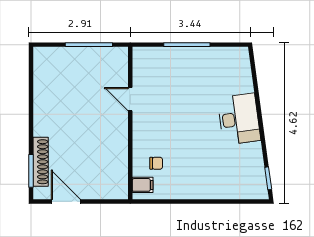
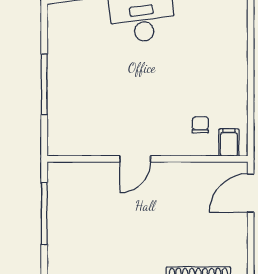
door: (130, 99) -> (135, 159), moved
door: (66, 201) -> (251, 193), moved

